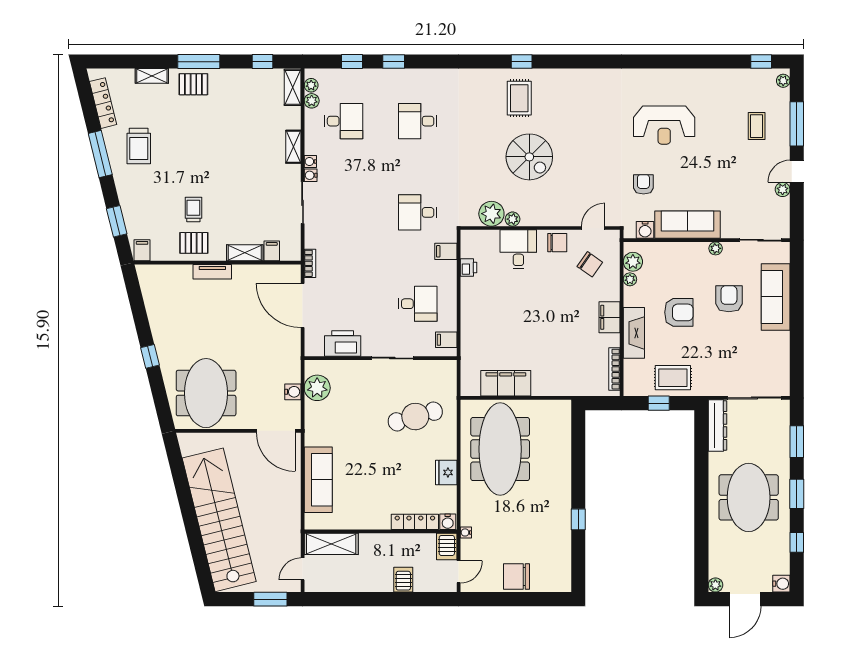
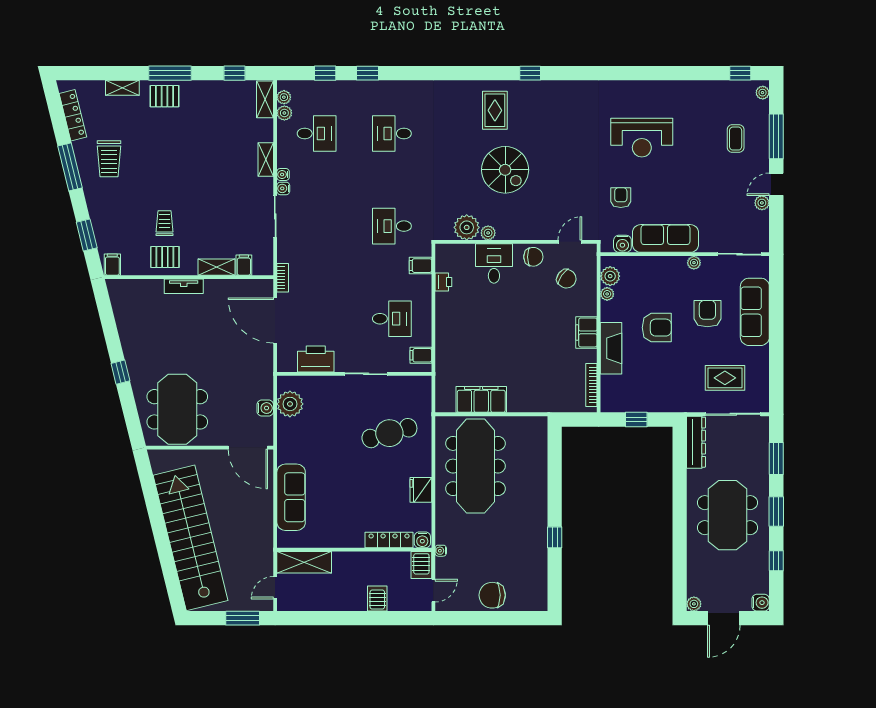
window: (522, 62) -> (530, 73), moved
rug: (673, 378) -> (725, 378), moved

